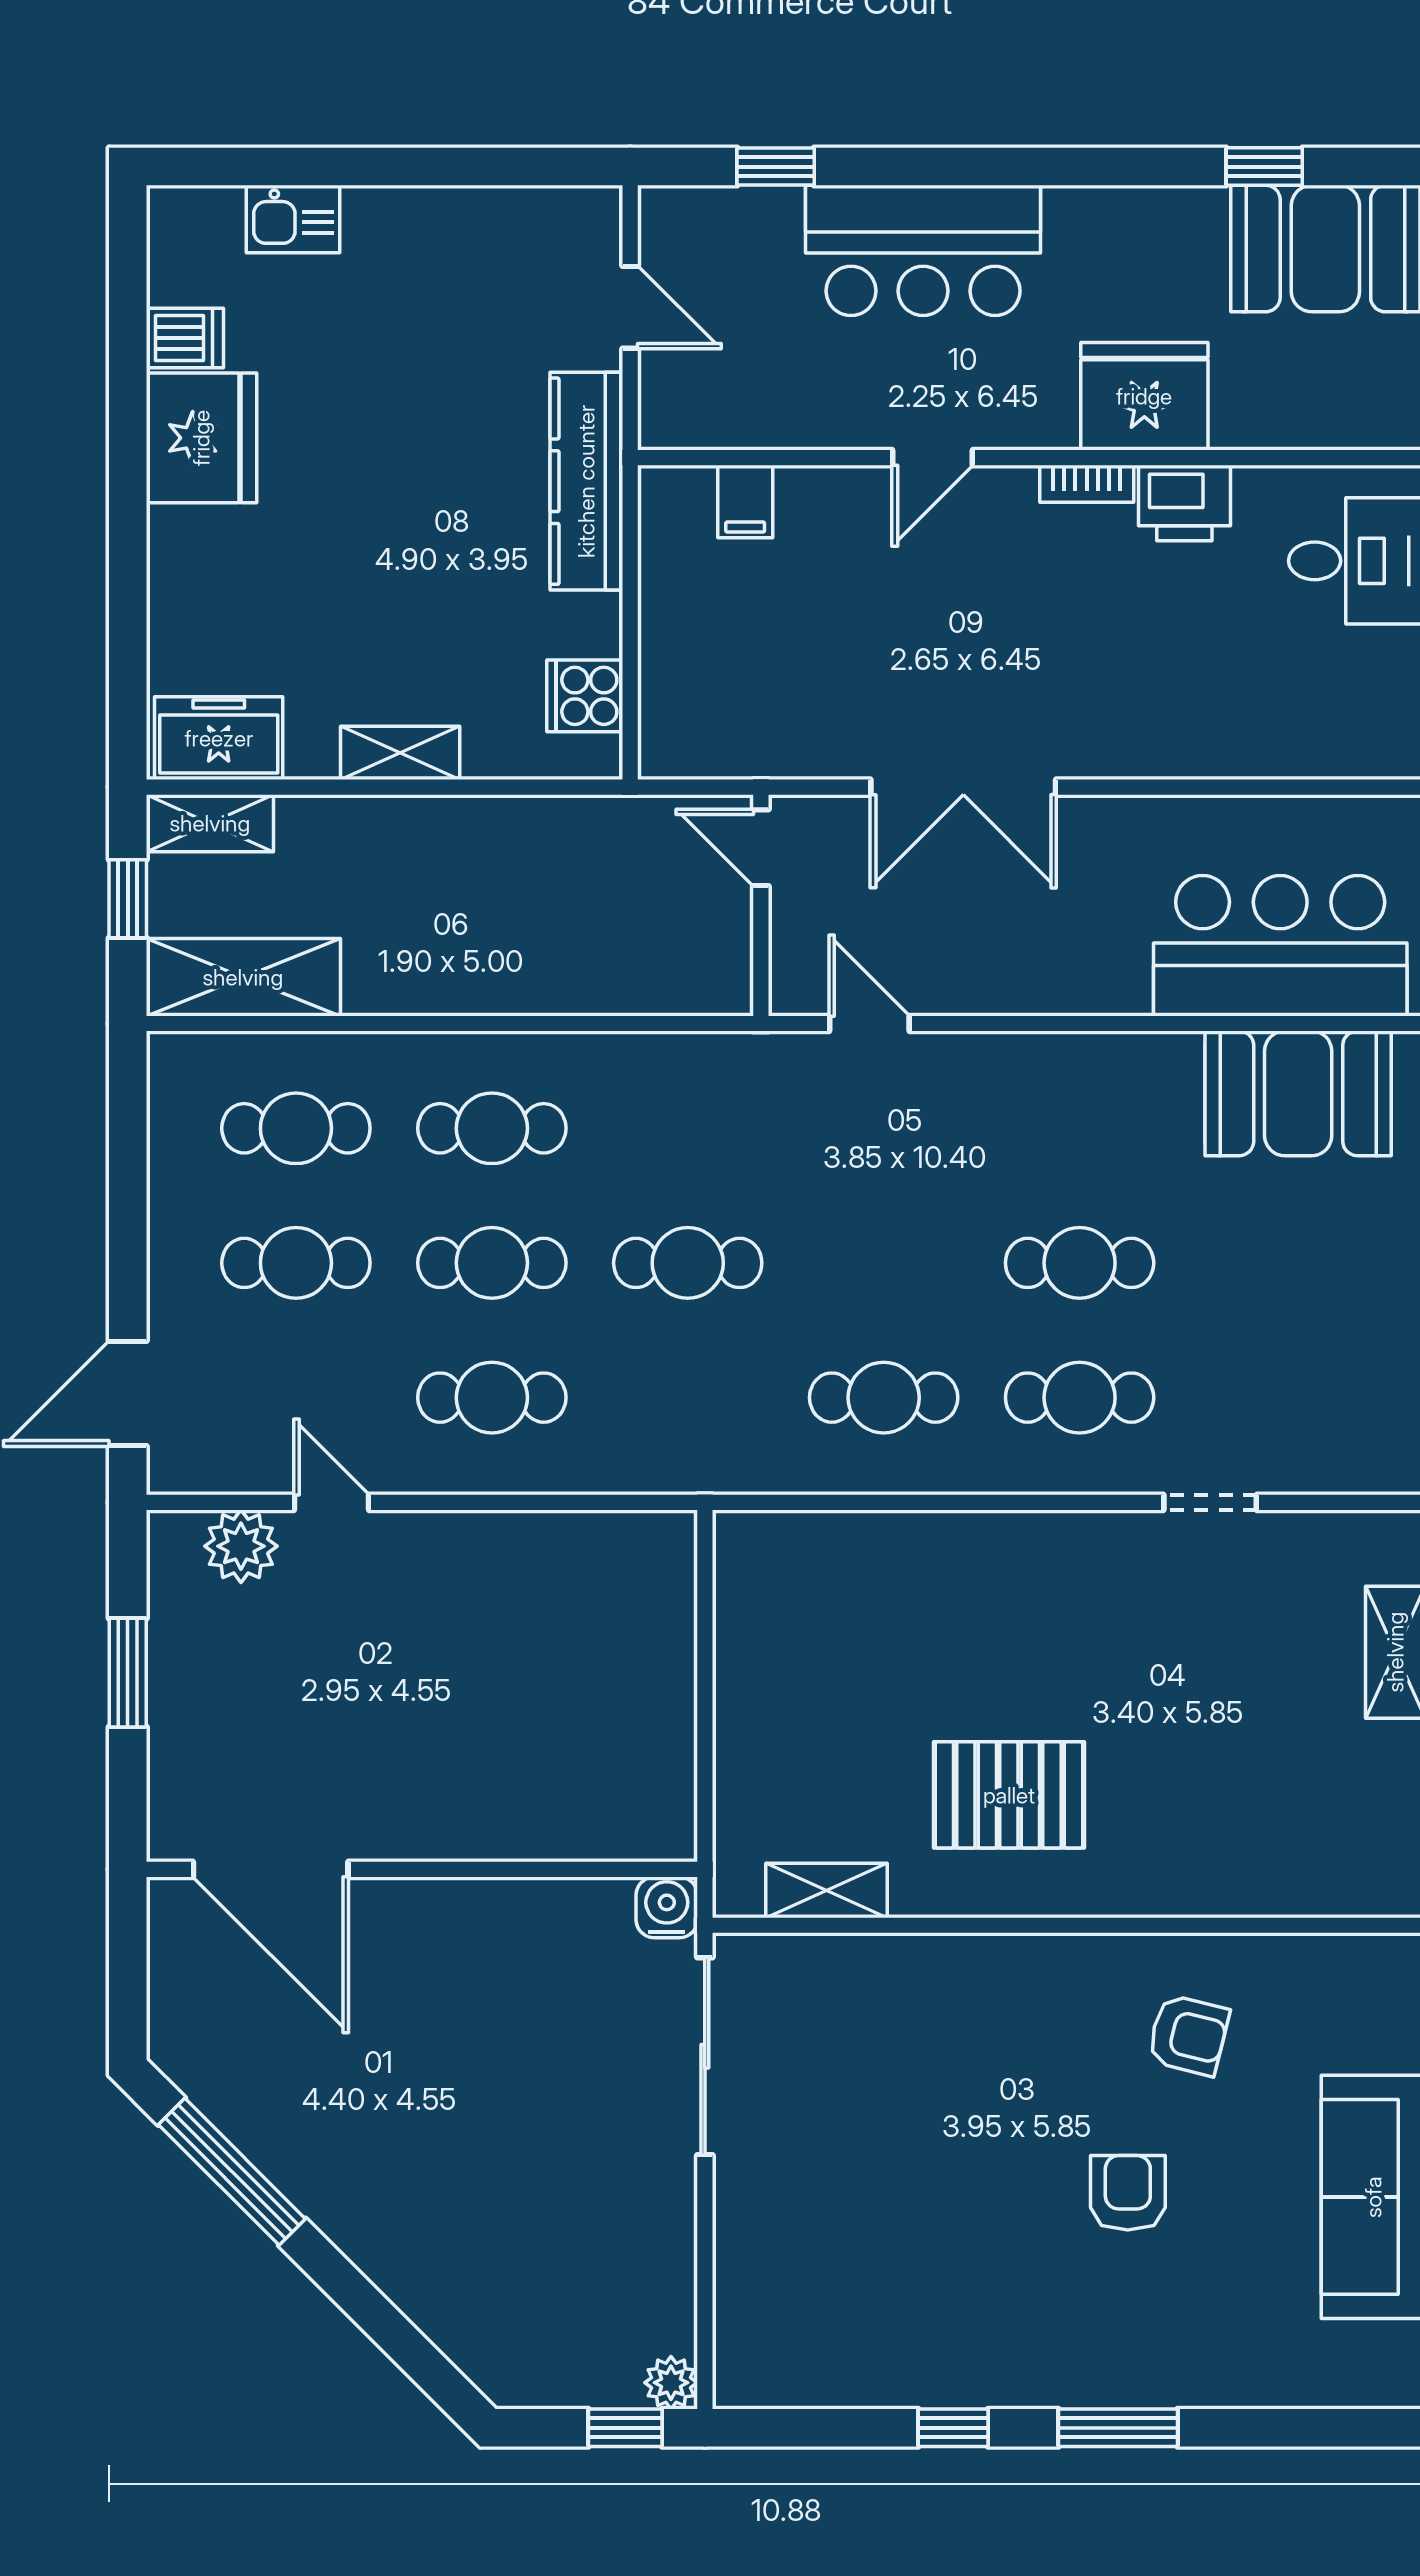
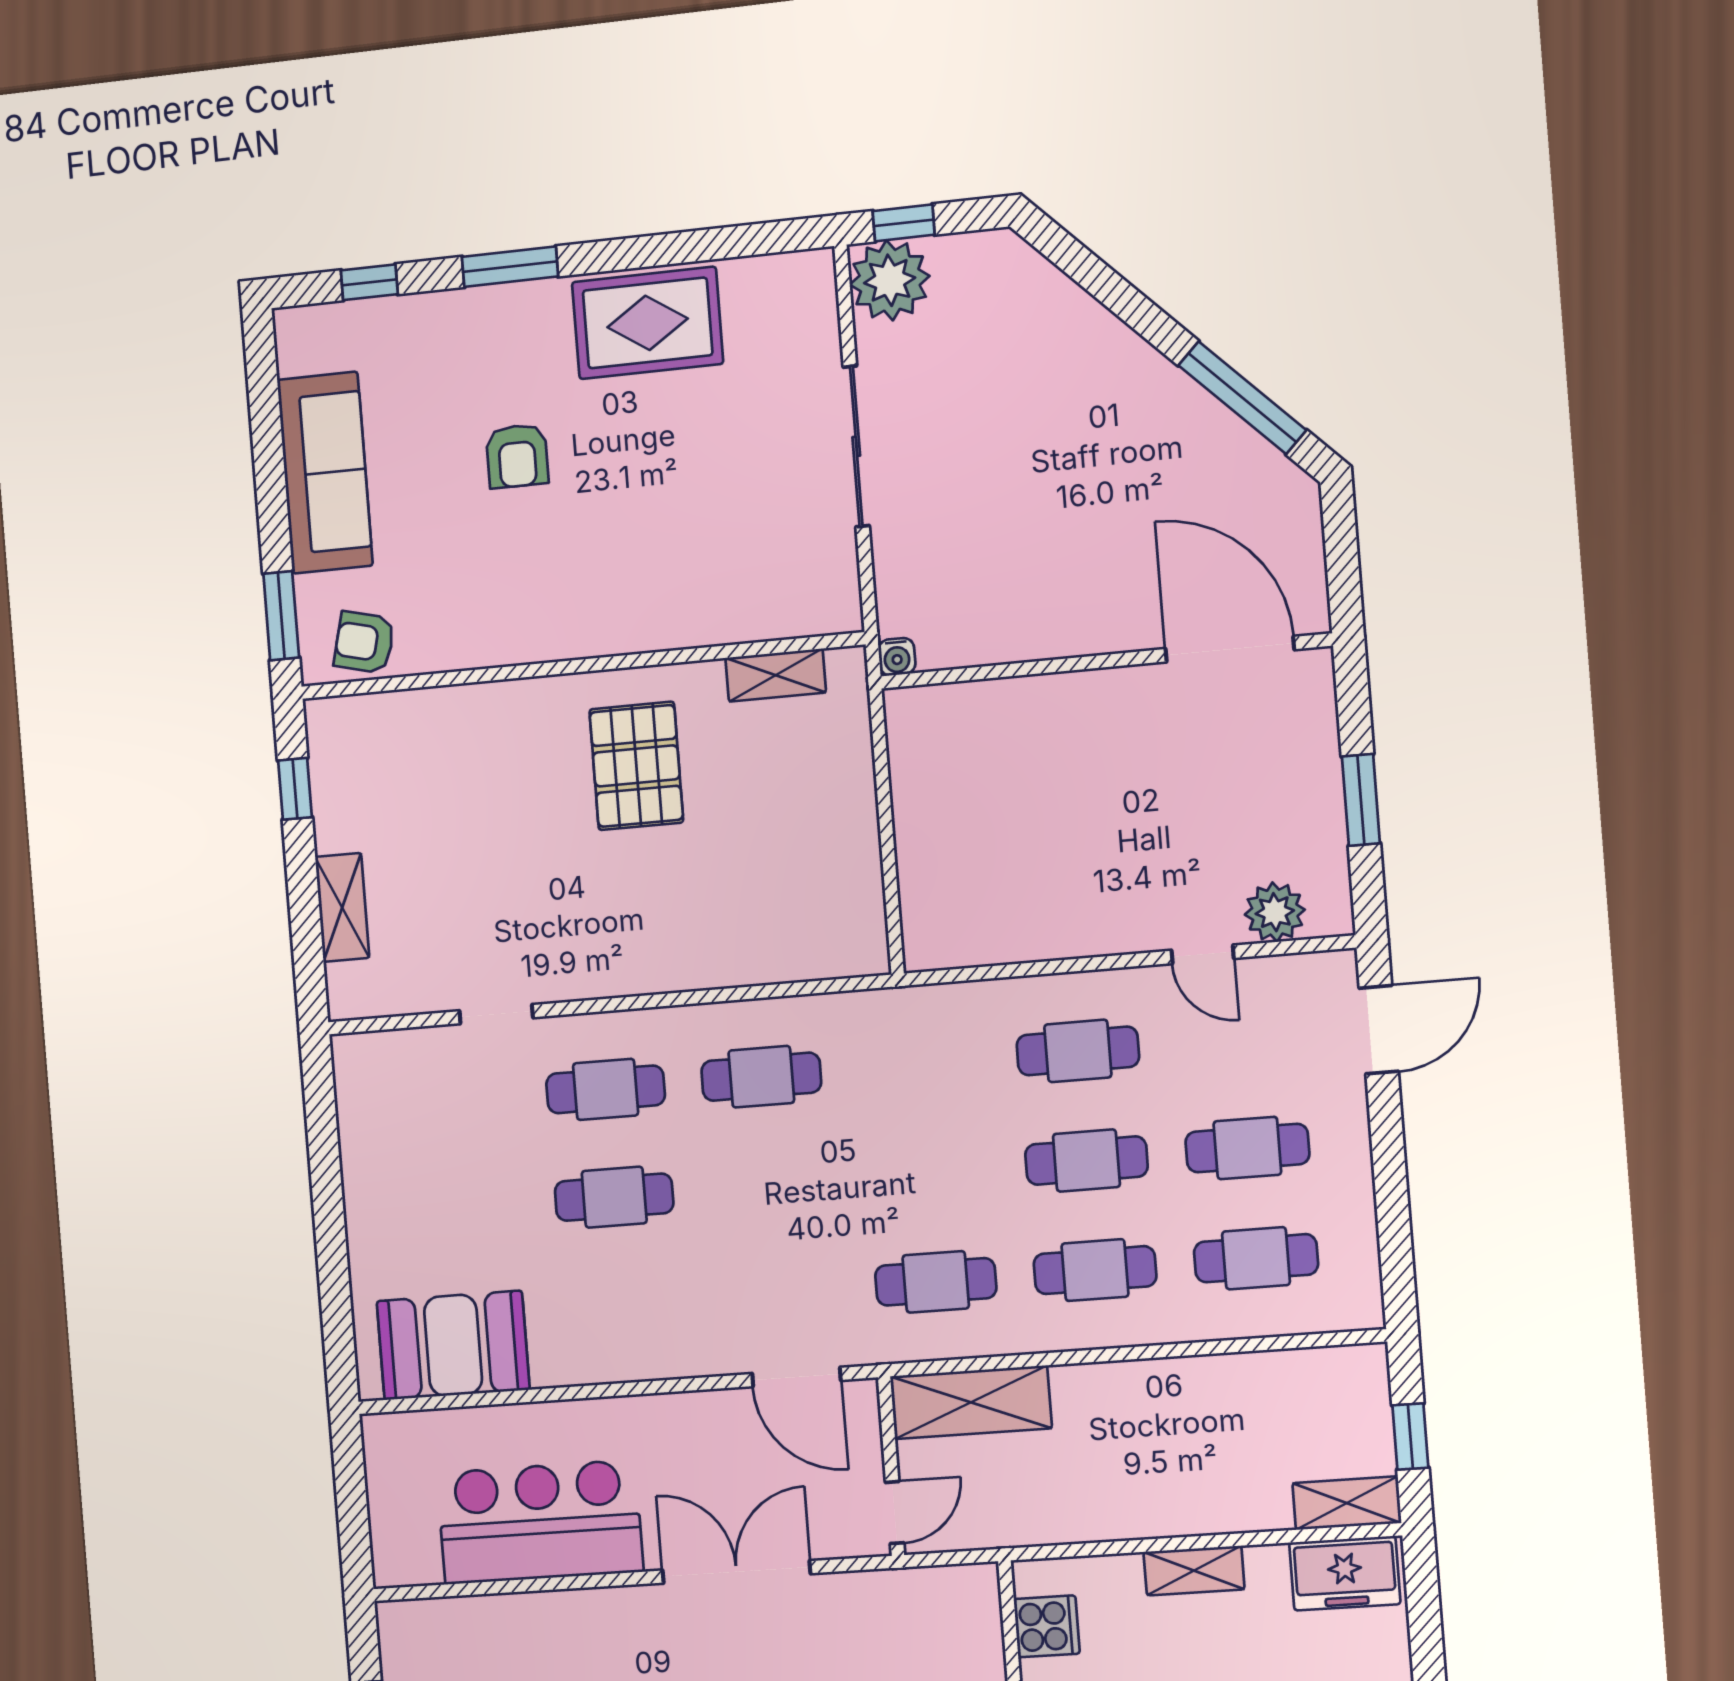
door: (761, 848) -> (895, 1513), hinge flipped
bar counter: (1280, 946) -> (540, 1522), moved, turned 180
shelving: (243, 977) -> (971, 1402), moved
door: (869, 1023) -> (796, 1377), width x1.38
cafe table: (688, 1263) -> (936, 1282), moved
pallet: (1009, 1795) -> (636, 766), turned 90
water cooler: (667, 1907) -> (897, 657), width x0.72, depth x0.72
armchair: (1188, 2035) -> (364, 642), moved
sliding door: (705, 2056) -> (856, 446), moved
rug: (951, 2340) -> (648, 323), added
plant: (671, 2383) -> (890, 280), width x1.88, depth x1.88
window: (953, 2428) -> (369, 282), moved

